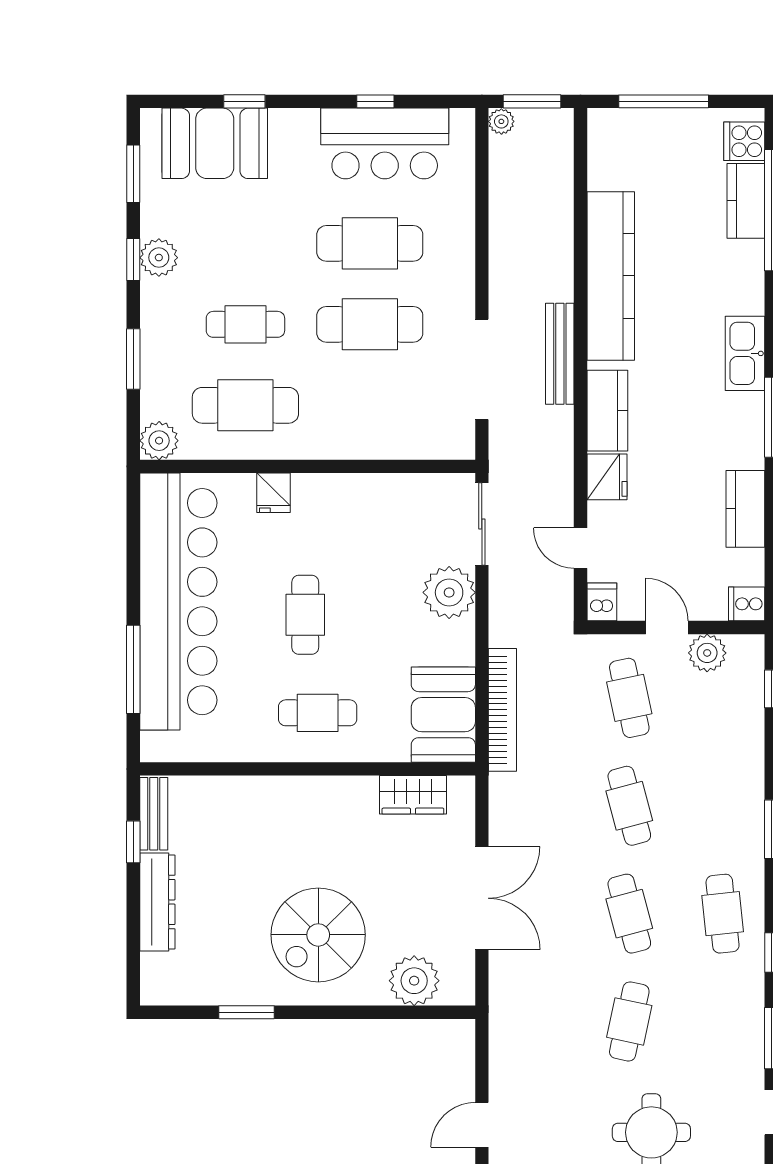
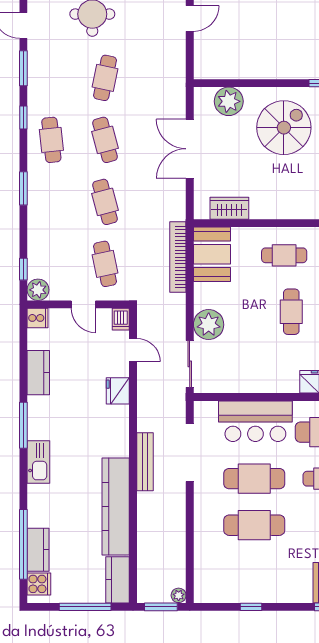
bar counter: (385, 143) -> (255, 421), moved, turned 180
kitchen counter: (607, 411) -> (118, 580), moved
plant: (707, 653) -> (38, 290), moved

